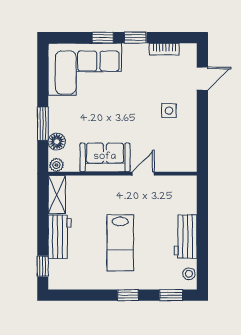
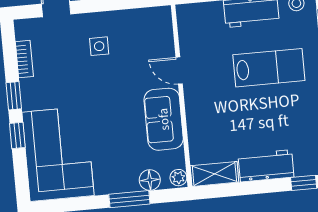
lab bench: (120, 243) -> (269, 68), moved

